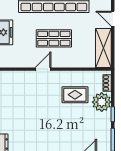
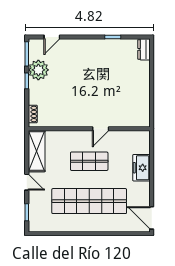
rug: (75, 95) -> (67, 102), removed
plant: (102, 102) -> (38, 70), moved

